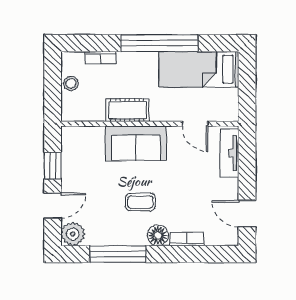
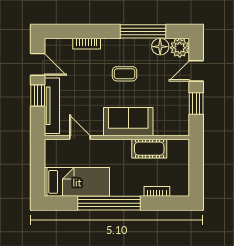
stool: (71, 83) -> (181, 170), removed
cot: (127, 110) -> (149, 149), moved
tv unit: (229, 153) -> (52, 106), width x1.41
window: (247, 175) -> (38, 95), added
floor lamp: (158, 235) -> (160, 47), moved

